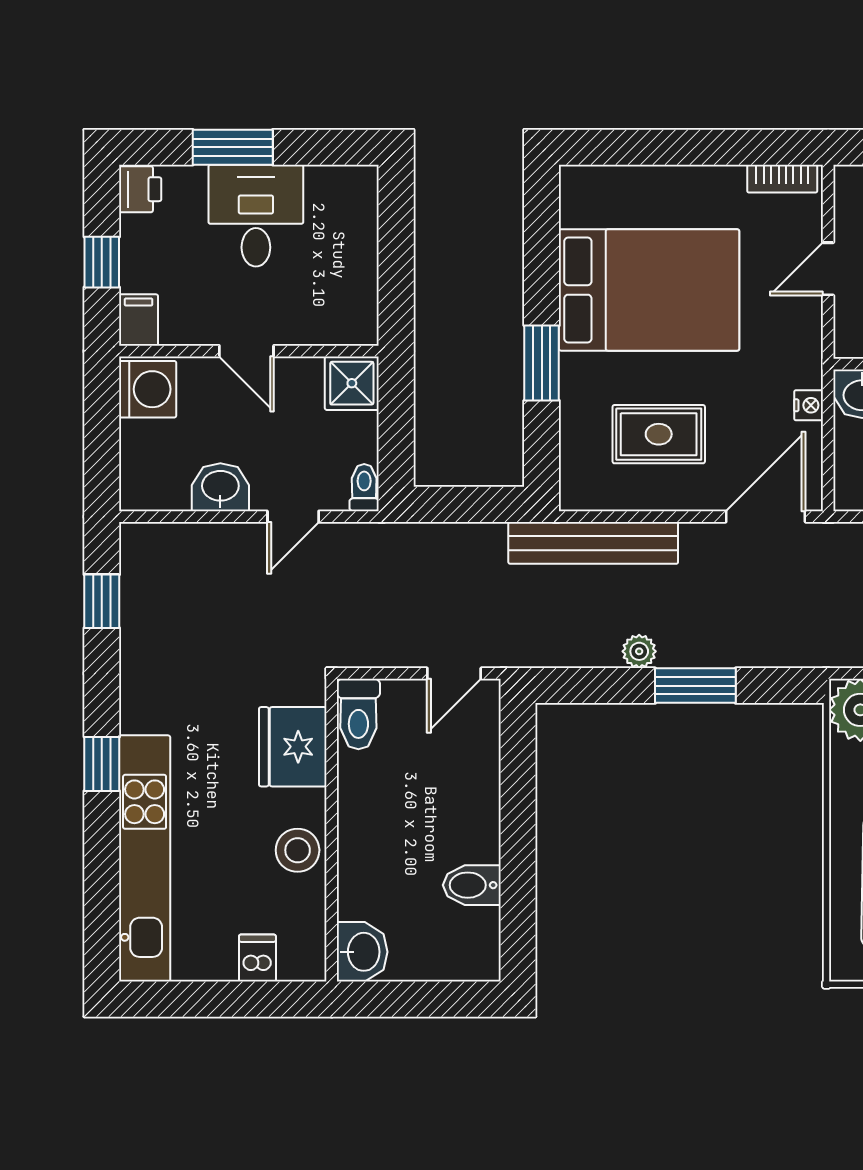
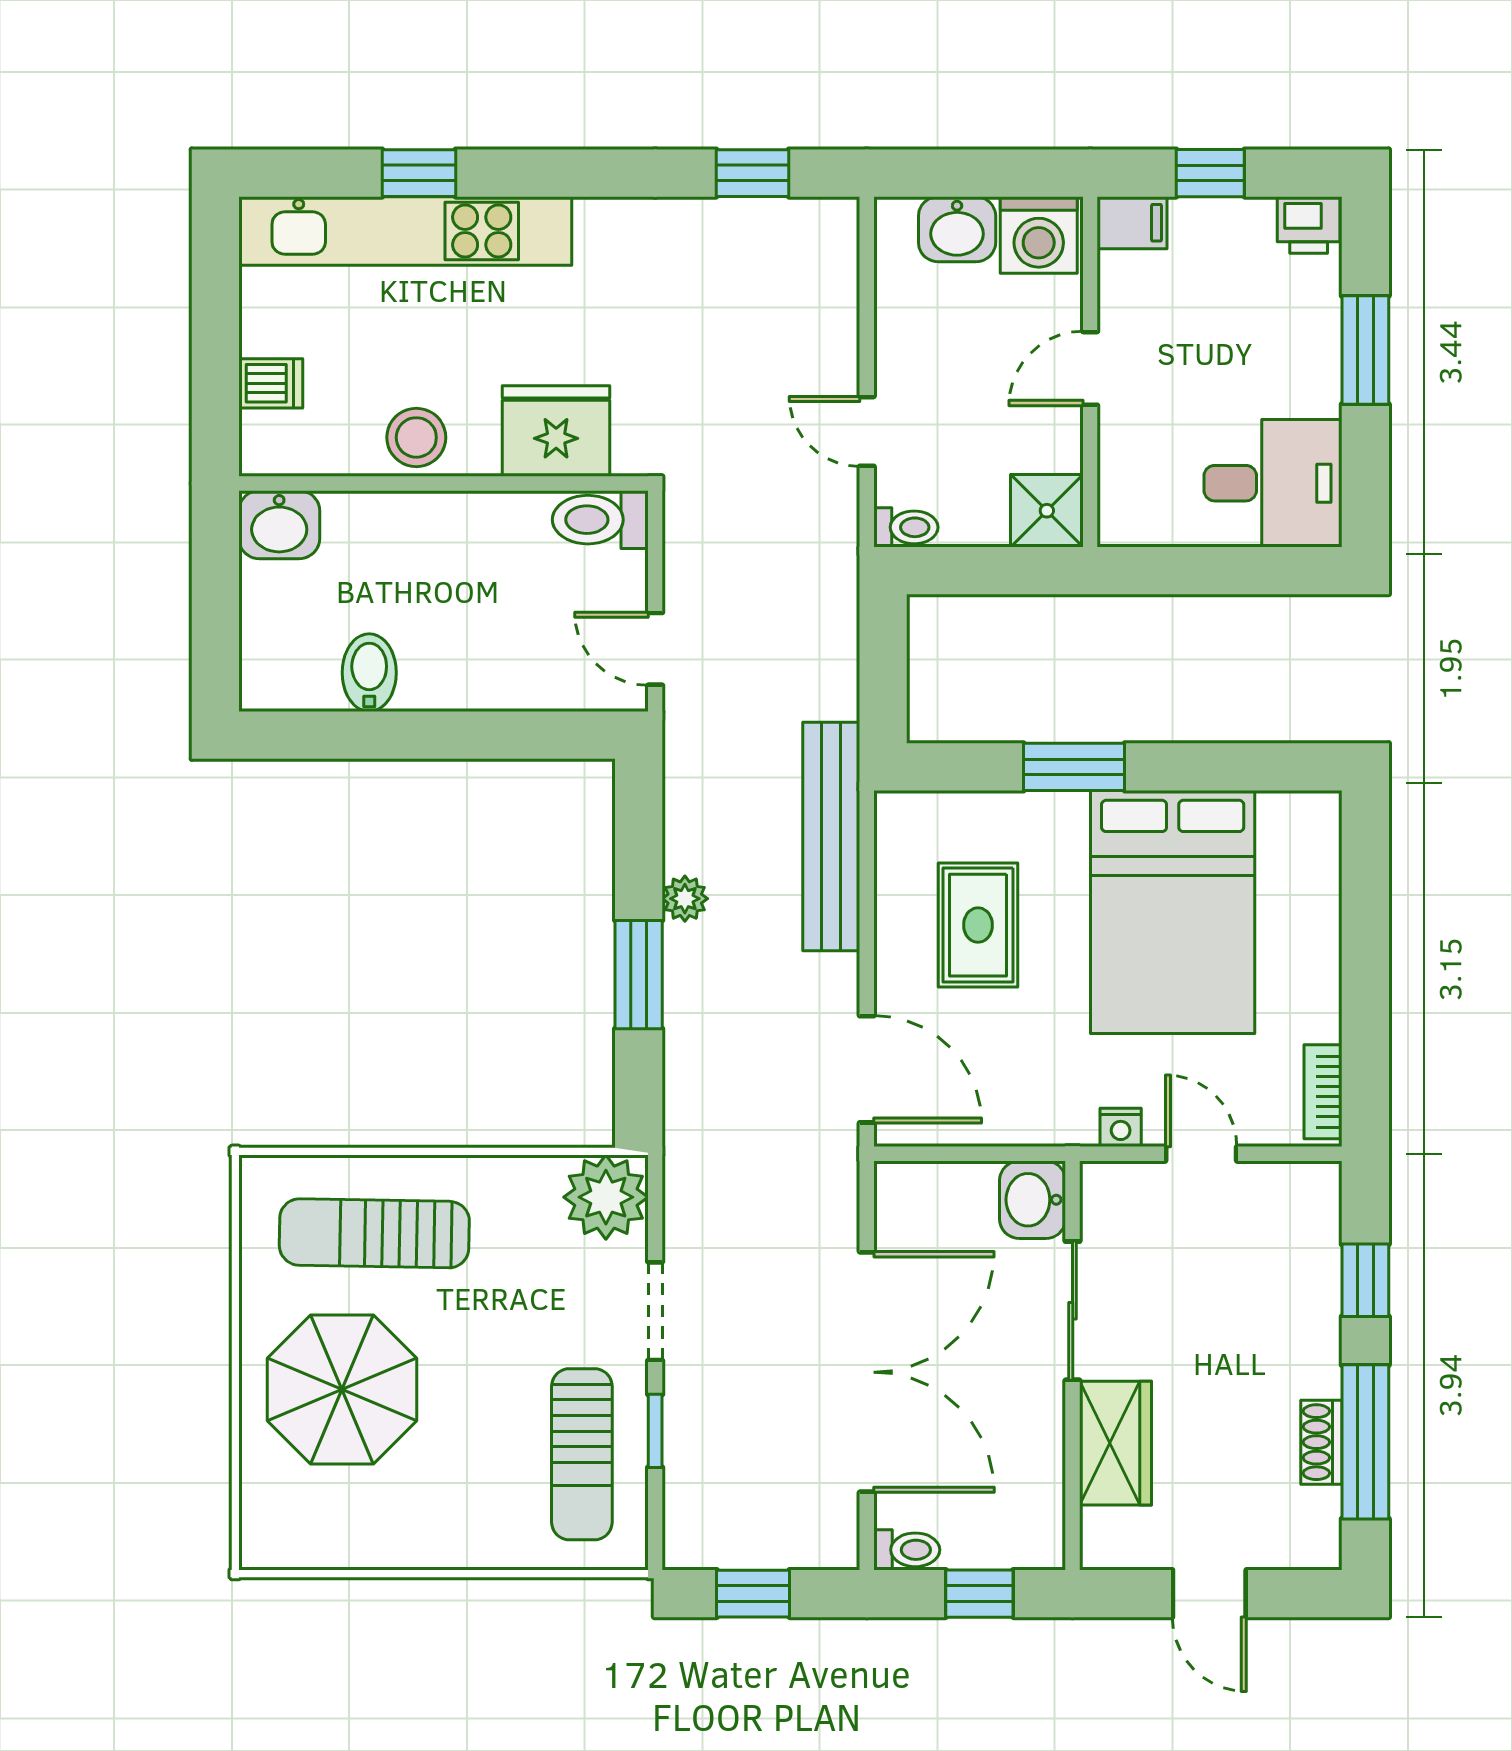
desk: (256, 216) -> (1273, 483), moved
nightstand: (809, 405) -> (1121, 1127), moved
washbasin: (220, 487) -> (957, 229), moved, turned 90
window: (102, 764) -> (419, 173), moved

